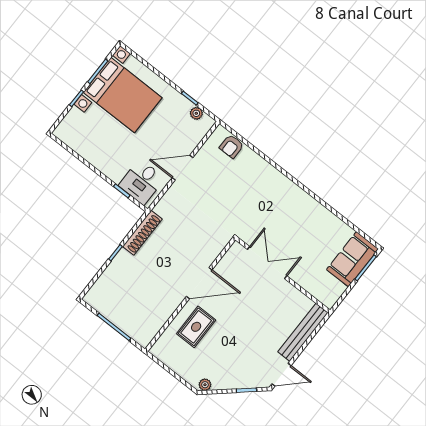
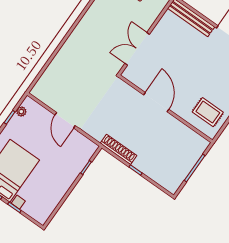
armchair: (231, 146) -> (46, 82), removed
desk: (142, 182) -> (78, 152), removed
rug: (196, 327) -> (208, 112), moved

